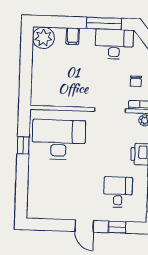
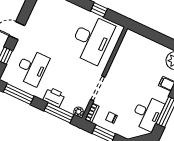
desk: (118, 192) -> (32, 68), width x1.37

